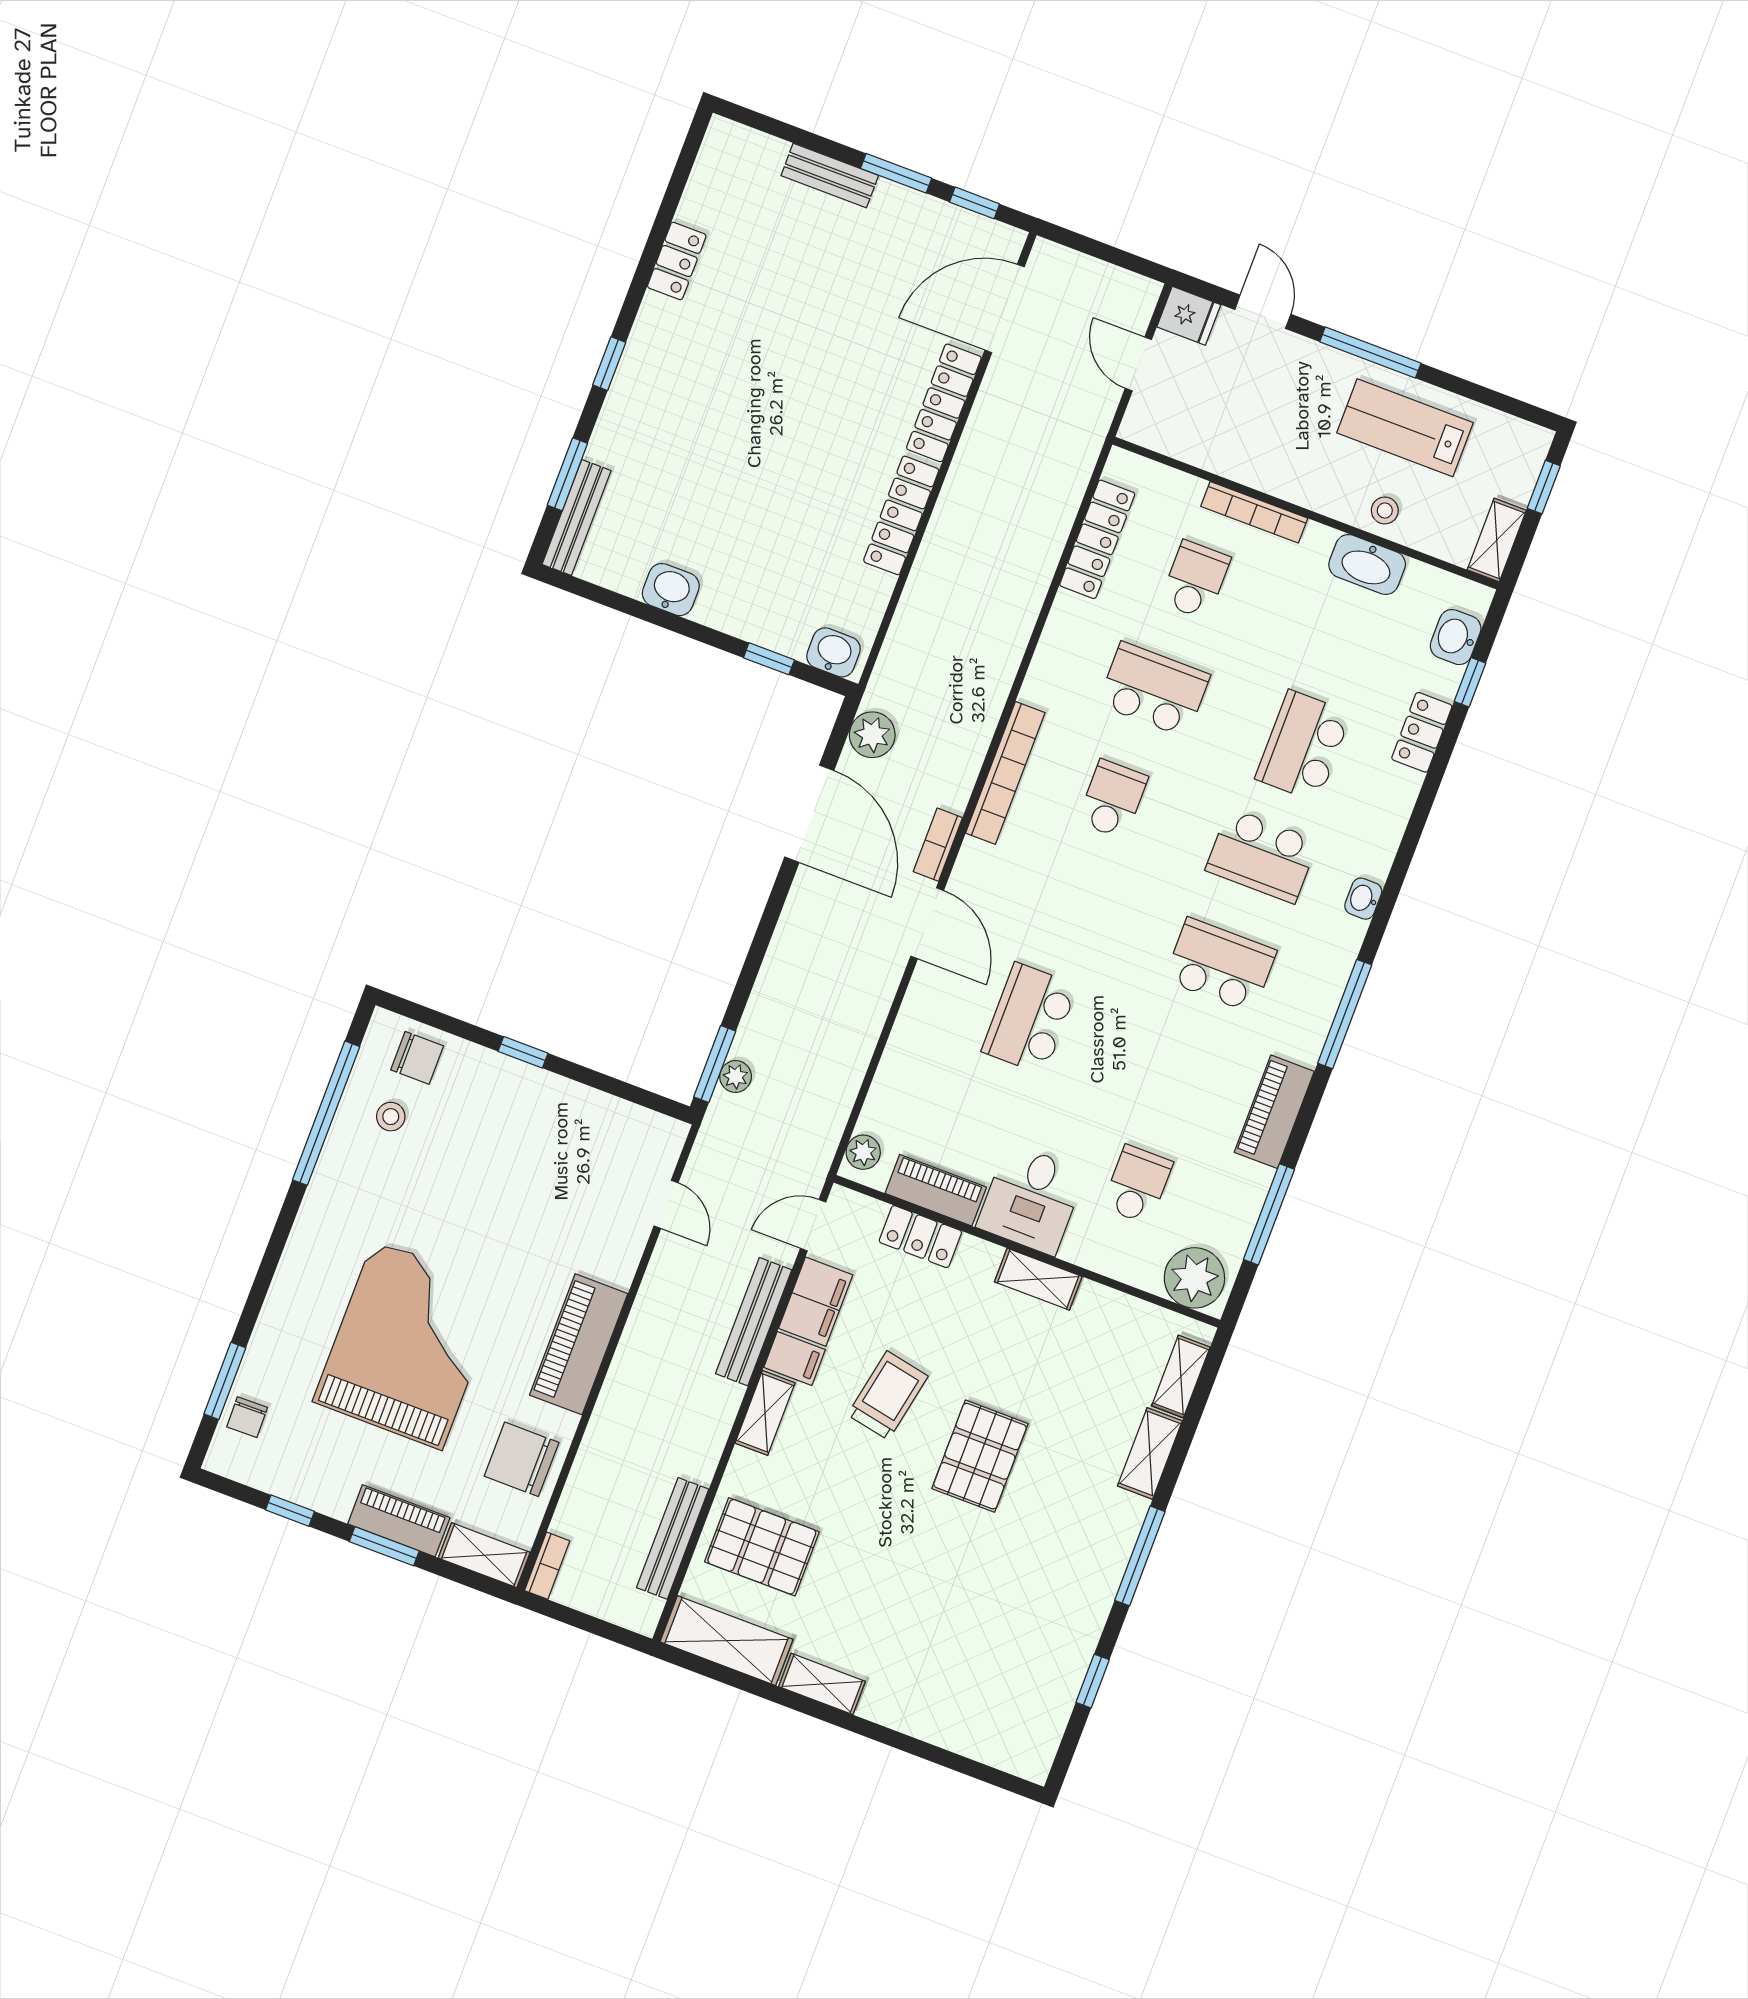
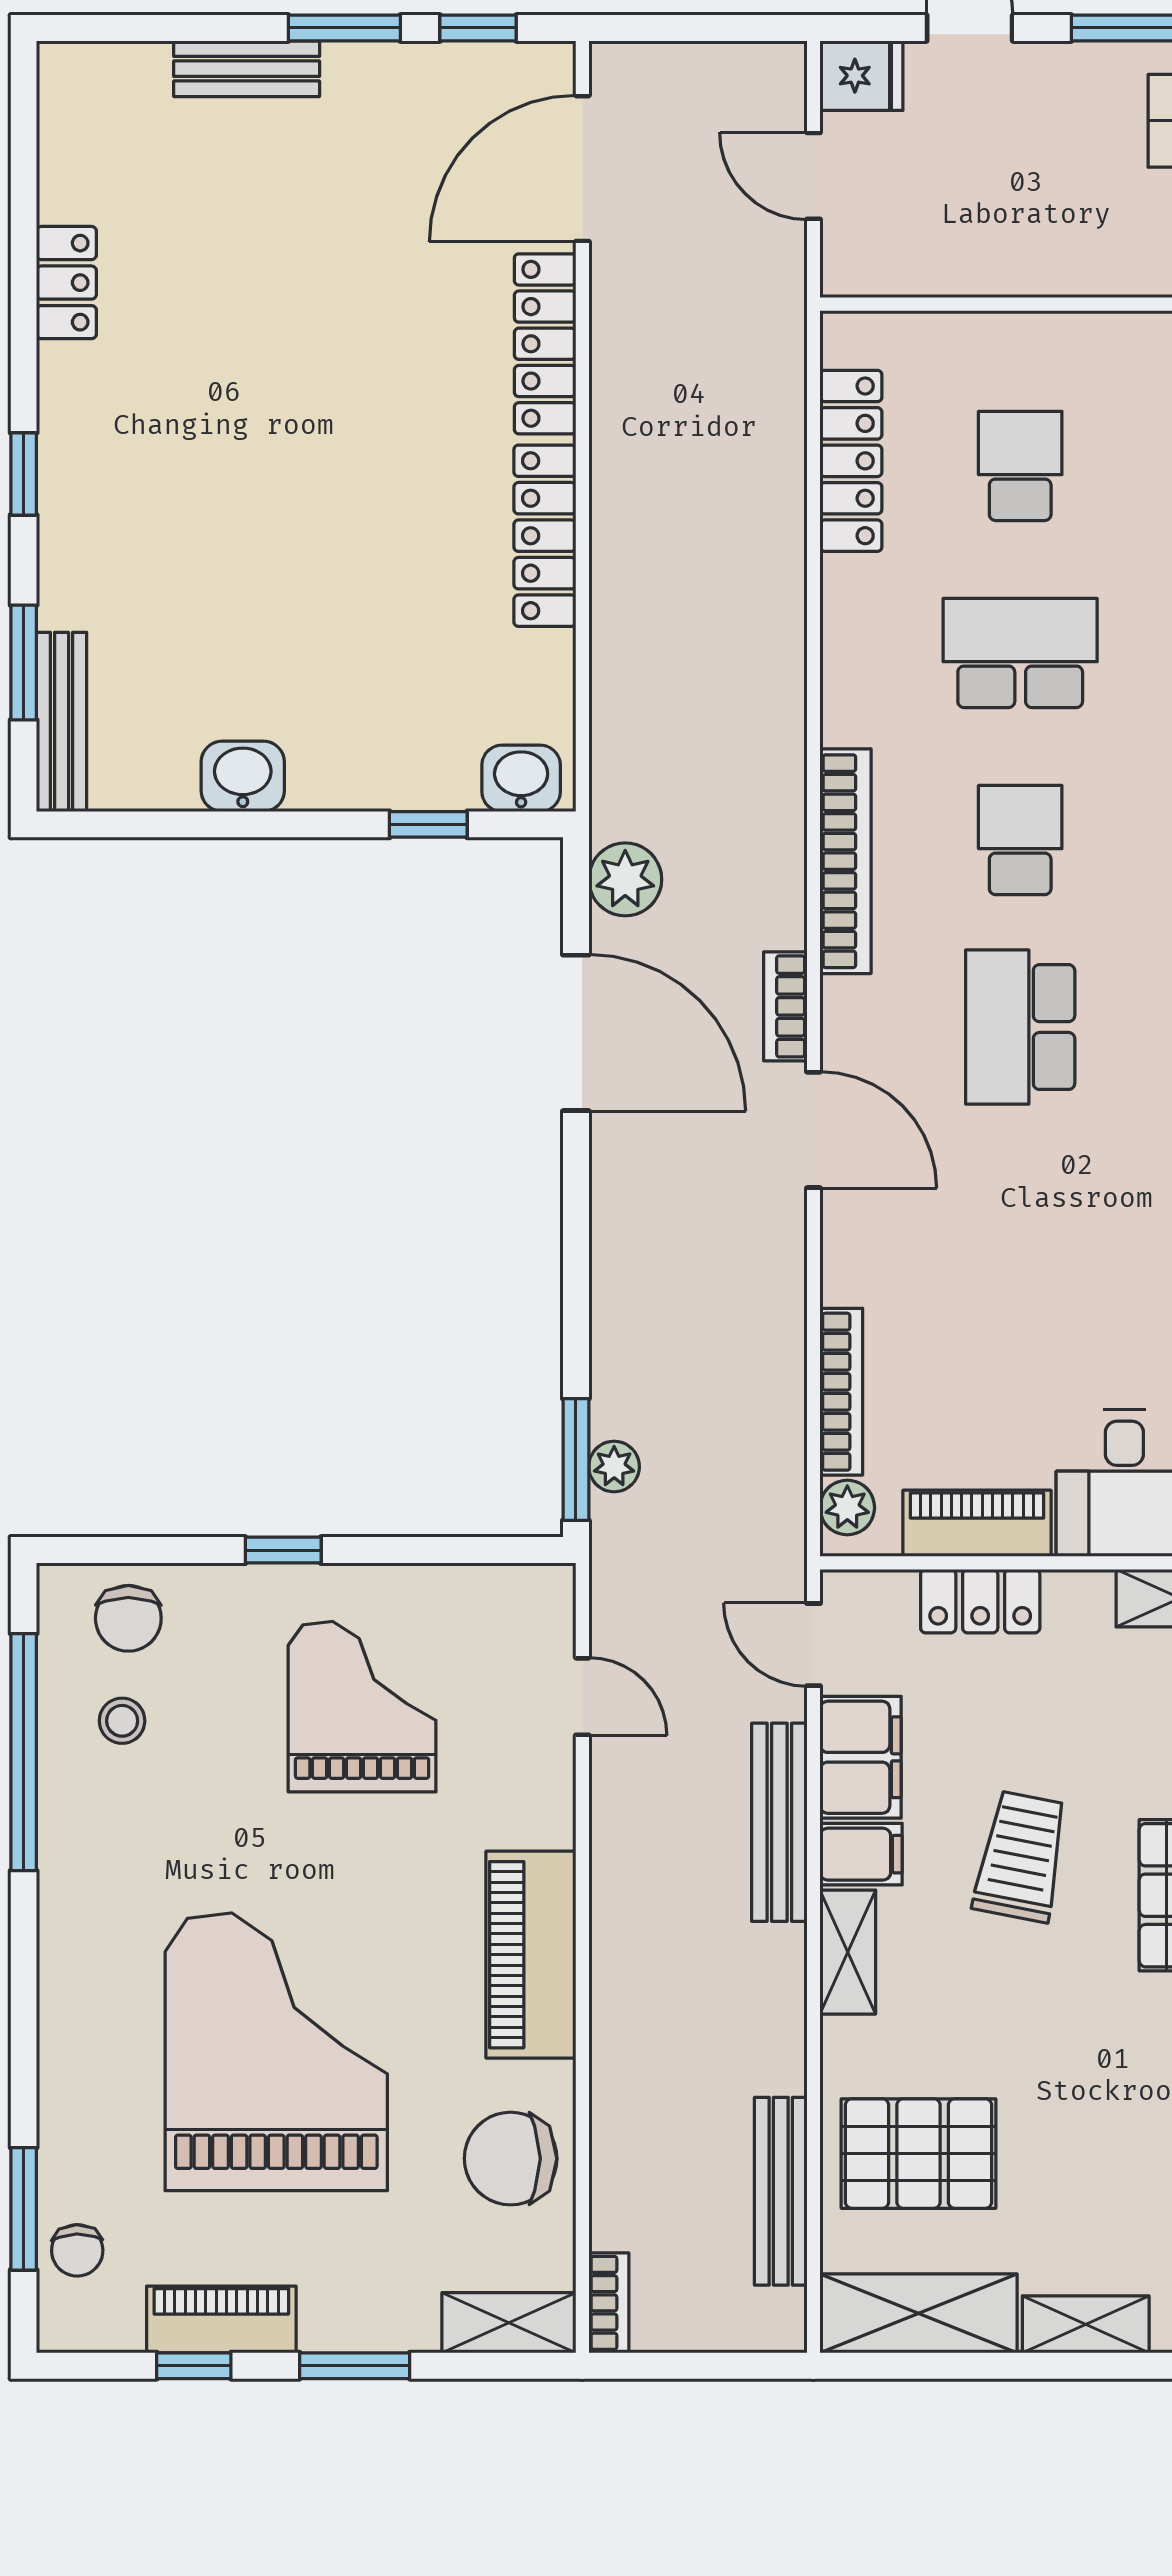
bookcase: (1254, 512) -> (841, 1392), moved, turned -90
school desk: (1030, 1018) -> (1020, 1027), moved
chair: (417, 1058) -> (128, 1618), turned 90
grand piano: (535, 1161) -> (362, 1707), added
door: (813, 1225) -> (814, 1645), hinge flipped
piano: (399, 1521) -> (221, 2319), moved

